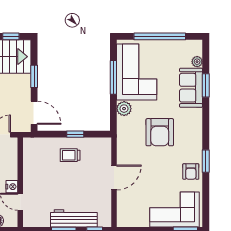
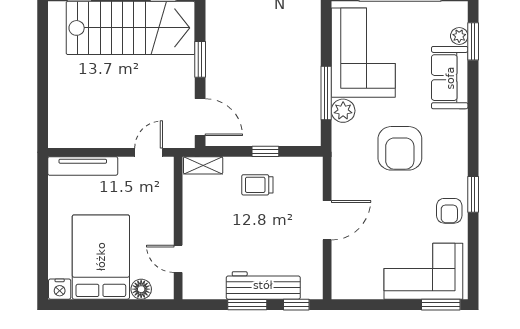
window: (113, 77) -> (326, 93), moved
window: (206, 85) -> (473, 41), moved
shelving: (36, 143) -> (203, 165), added
nightstand: (12, 187) -> (165, 235), removed

